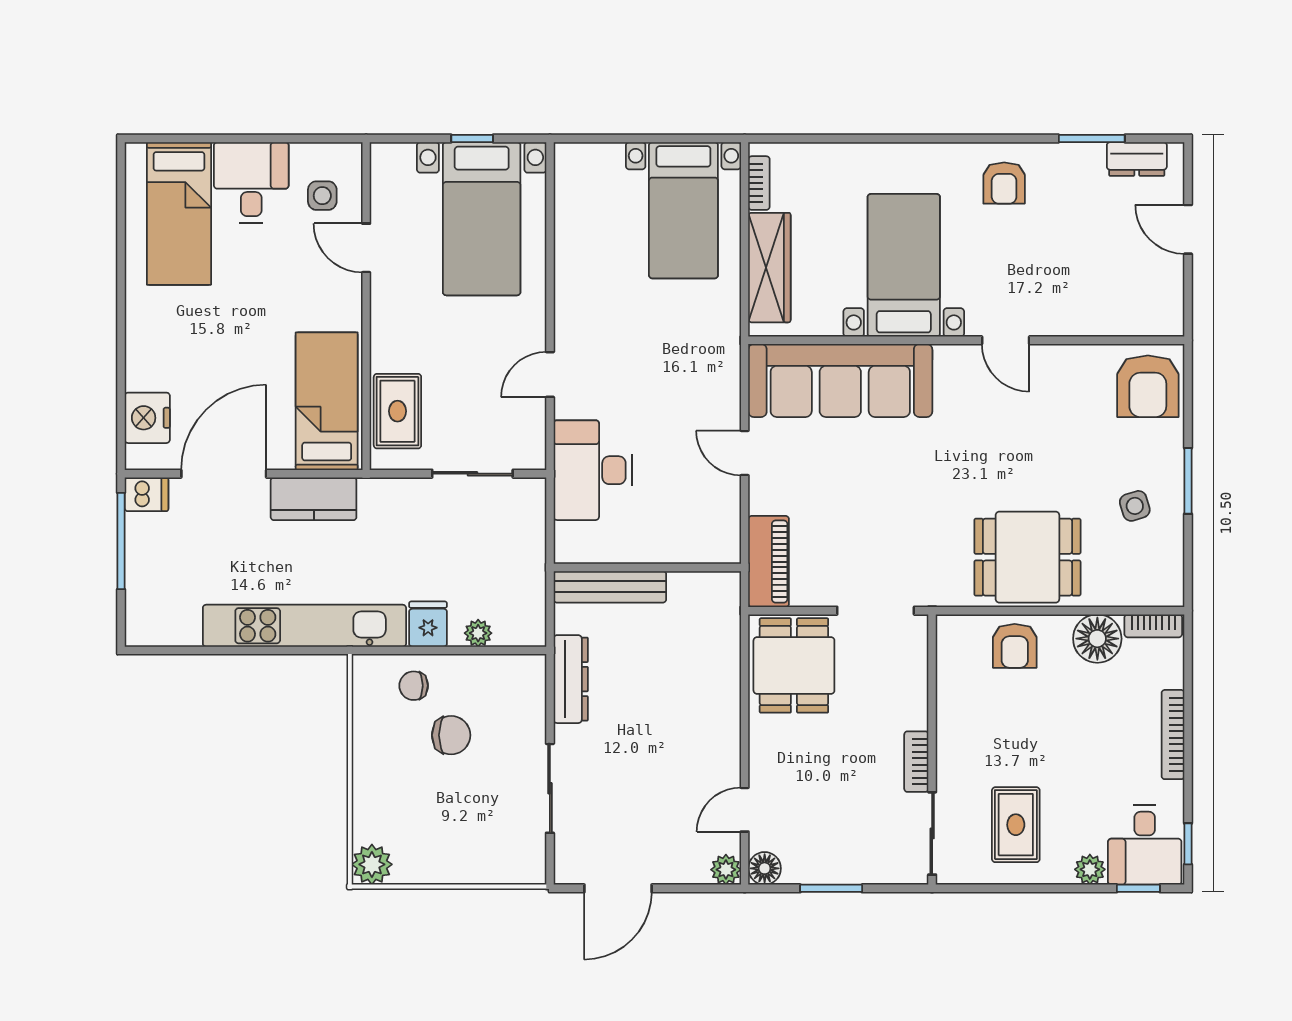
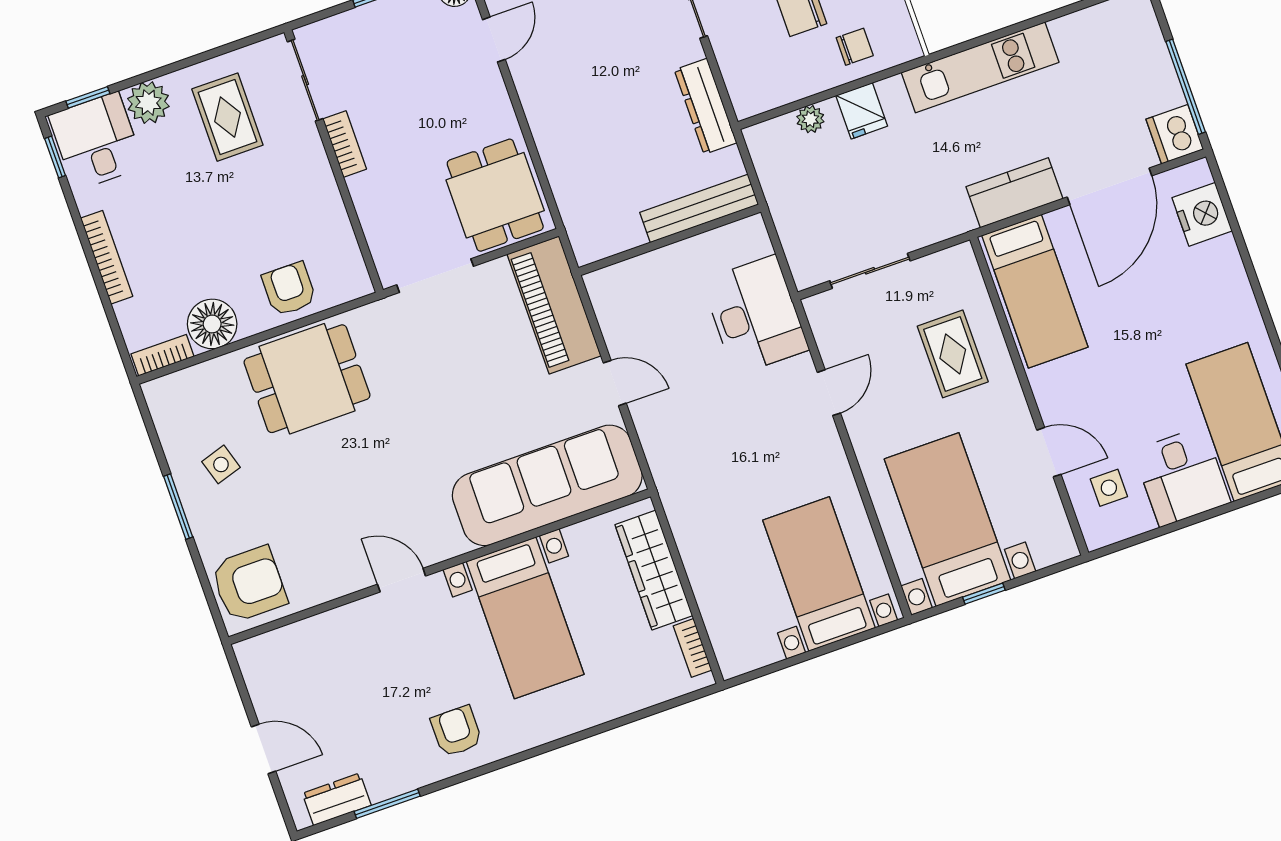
bed with nightstands: (683, 210) -> (819, 574), moved
armchair: (1148, 386) -> (249, 584), turned 90
rug: (397, 411) -> (953, 354), moved
dishwasher: (146, 494) -> (1175, 134), width x1.38
piano: (769, 562) -> (554, 305), width x1.37, depth x1.33
kitchen unit: (304, 626) -> (980, 67), width x0.73
plant: (1090, 869) -> (148, 103), width x1.38, depth x1.38

